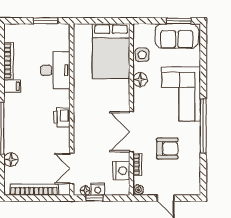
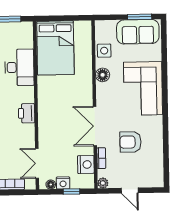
bed: (111, 51) -> (55, 48), moved
window: (203, 126) -> (165, 119), removed
armchair: (167, 149) -> (130, 142), turned 180
window: (94, 198) -> (71, 192), moved

